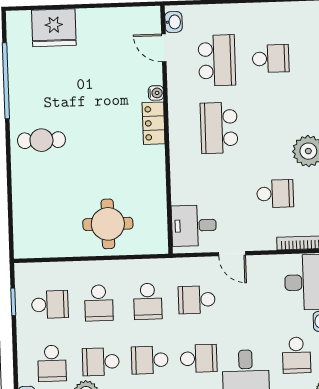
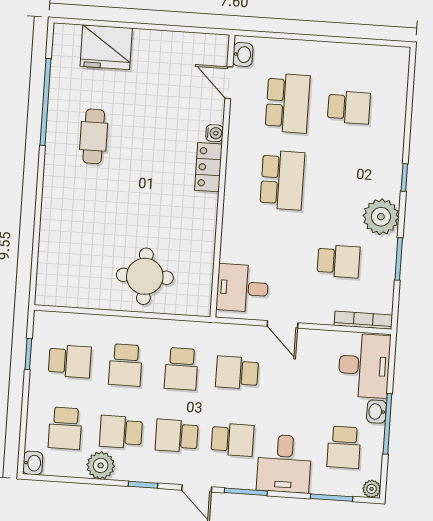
school desk: (219, 128) -> (282, 180), turned 180
cafe table: (41, 140) -> (94, 136), moved, turned 90

